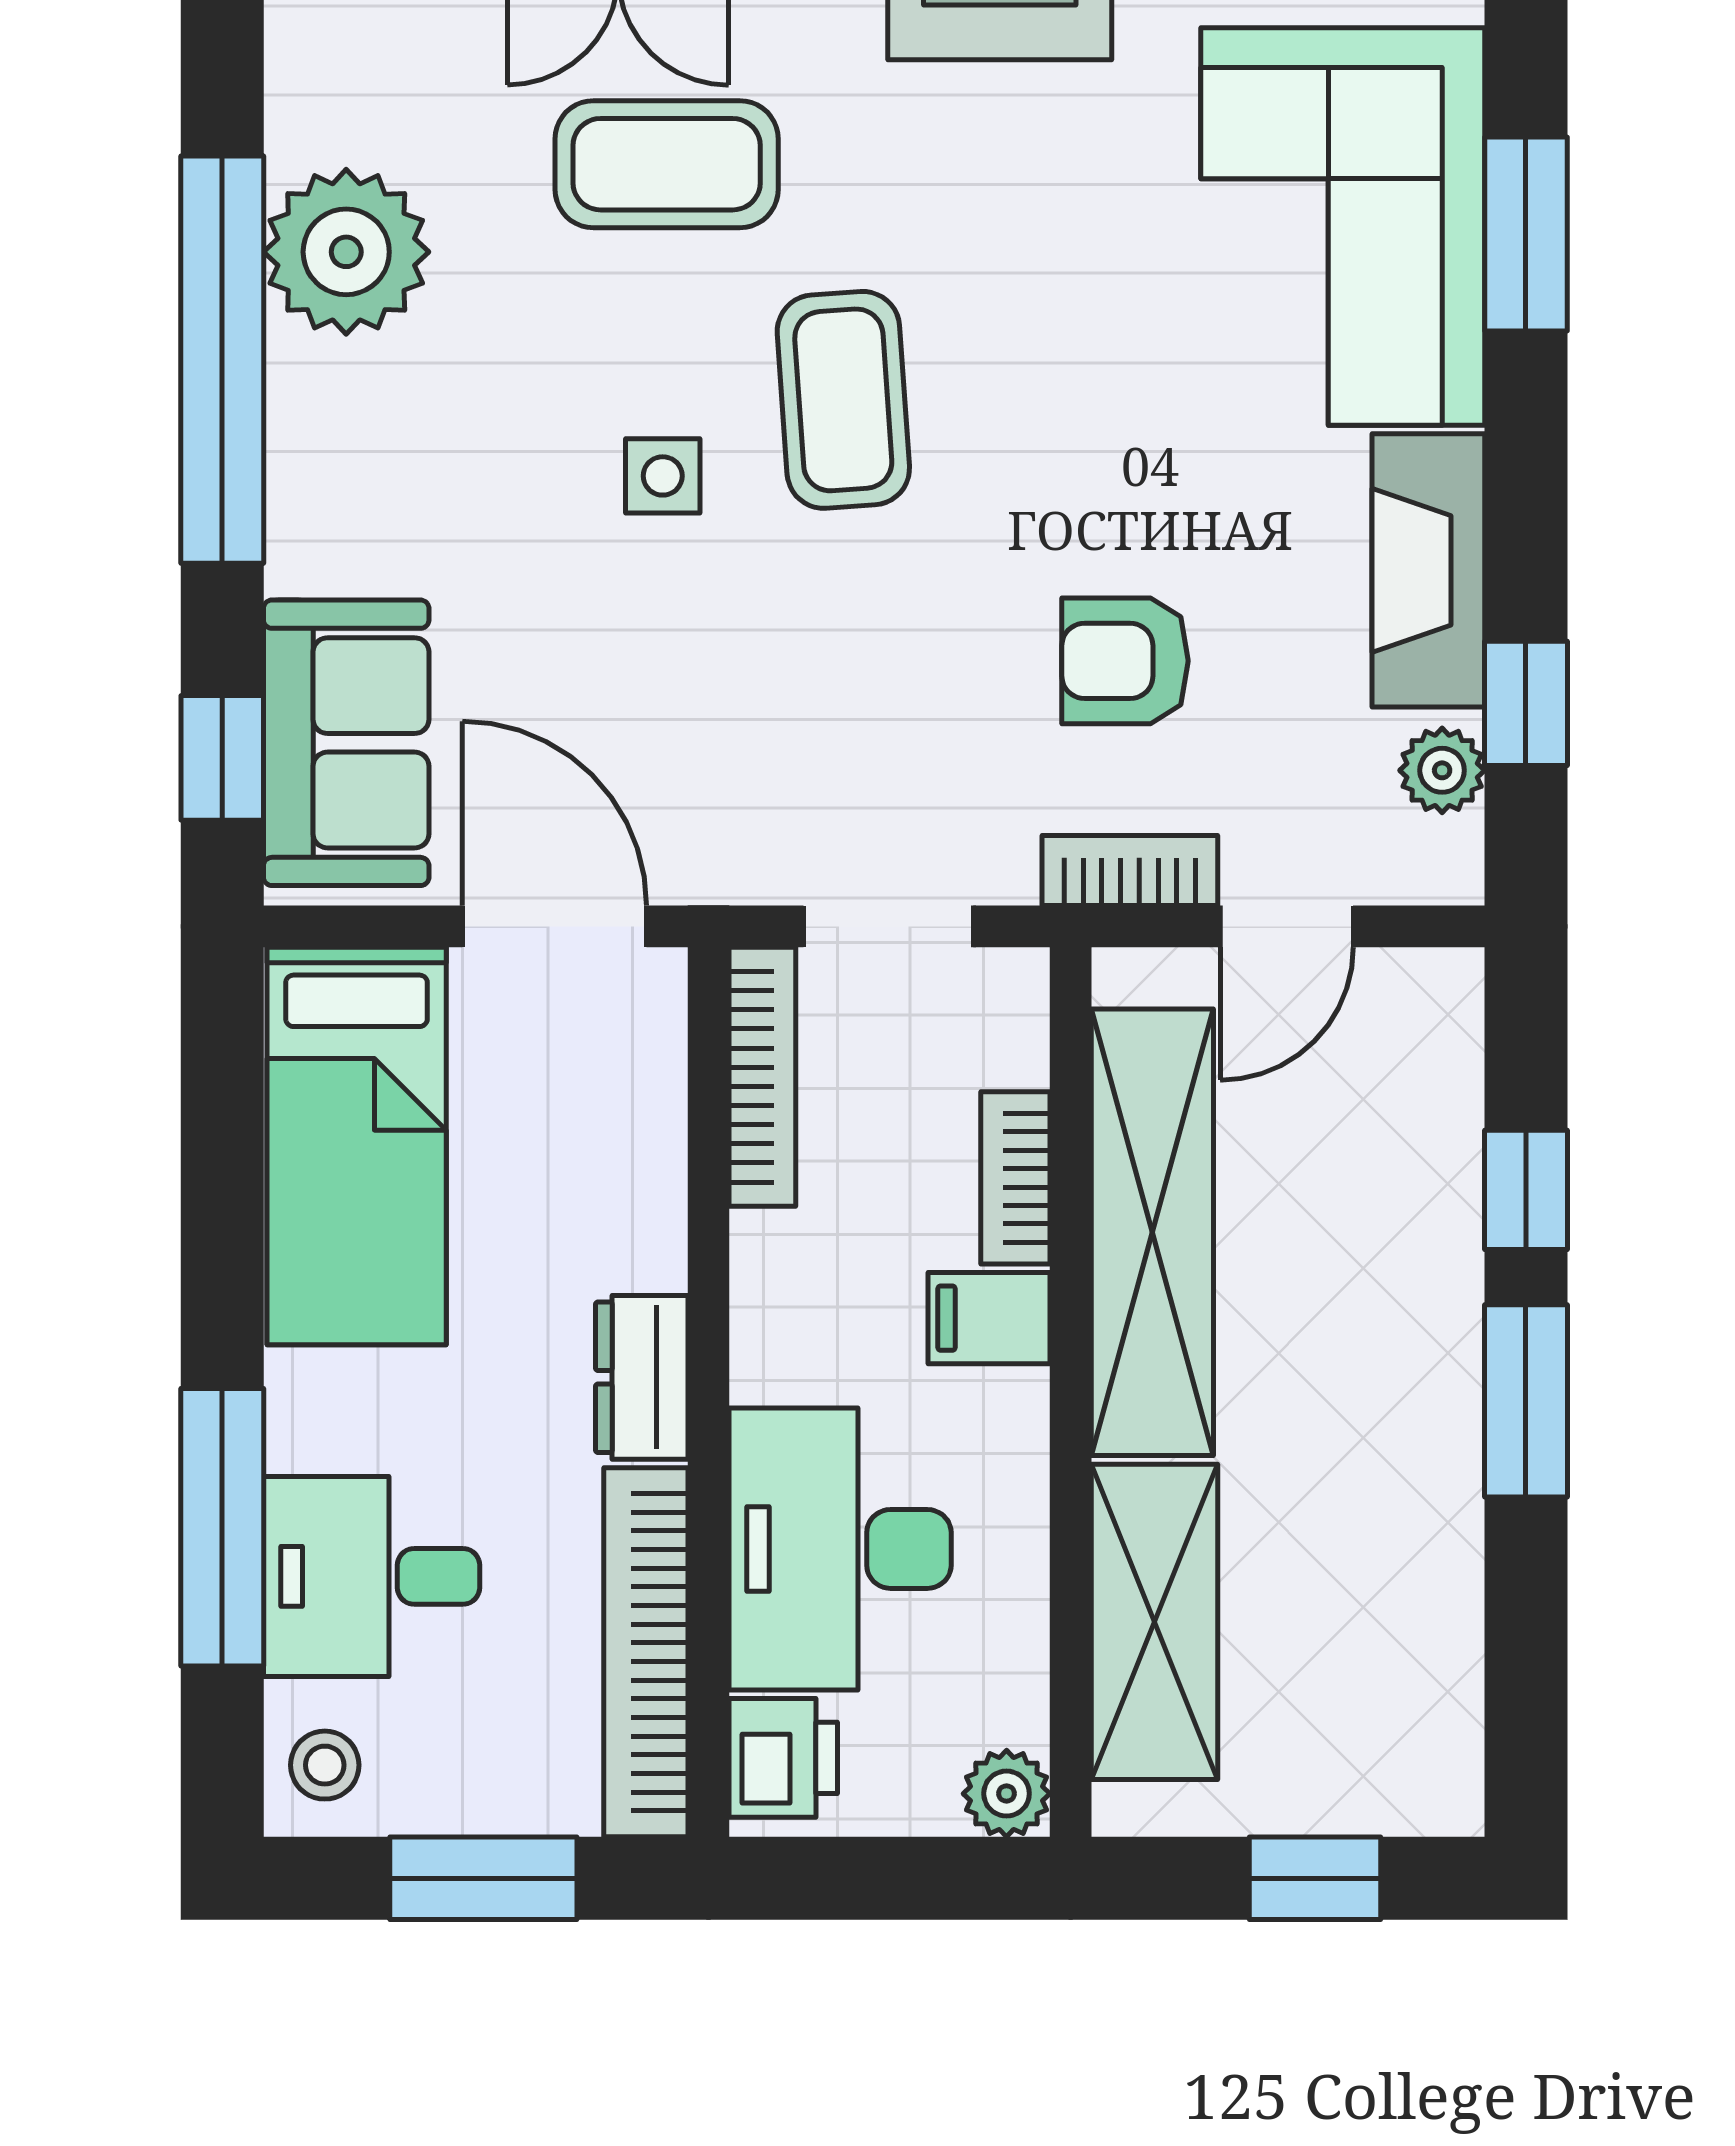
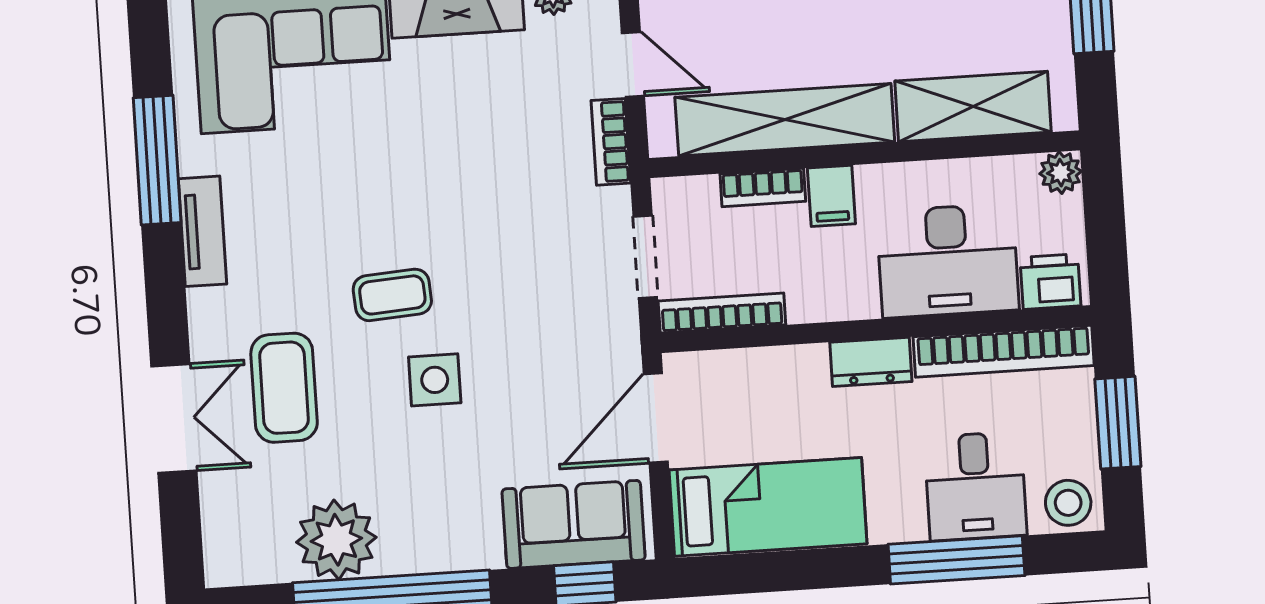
coffee table: (843, 400) -> (392, 295), width x0.73, depth x0.77
side table: (663, 476) -> (435, 380), width x1.37, depth x1.37
armchair: (1125, 661) -> (510, 151), removed
stool: (325, 1765) -> (1068, 503), width x1.37, depth x1.37

